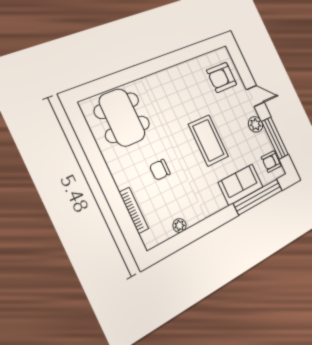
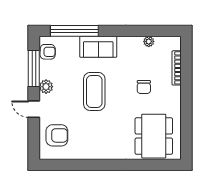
chair: (160, 170) -> (144, 87), turned 90
sofa: (241, 185) -> (98, 47), moved

